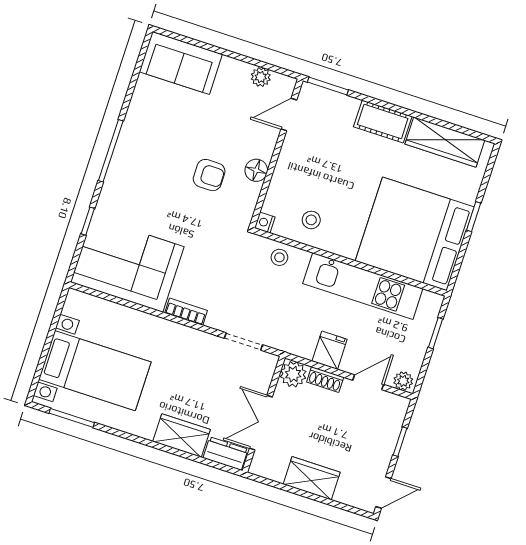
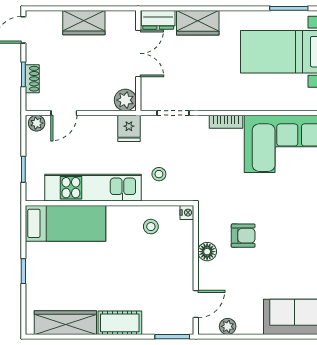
armchair: (209, 175) -> (243, 236), turned 180
bed: (415, 234) -> (65, 223), width x0.49
stool: (279, 257) -> (159, 174), moved
fridge: (330, 350) -> (129, 128), moved
shoe rack: (325, 379) -> (32, 79), moved, turned 90

